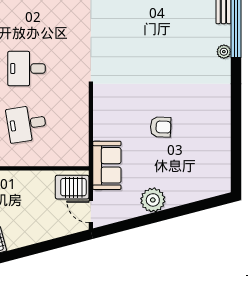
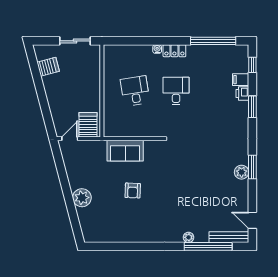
sofa: (107, 165) -> (125, 151), moved
plant: (153, 200) -> (82, 198), moved

